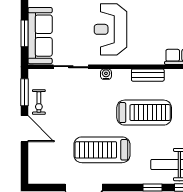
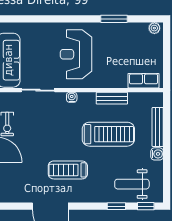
treadmill: (102, 150) -> (68, 170), width x0.73, depth x0.73

